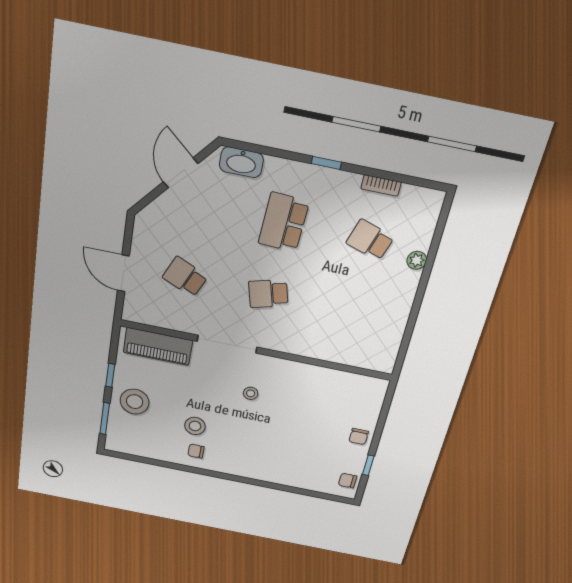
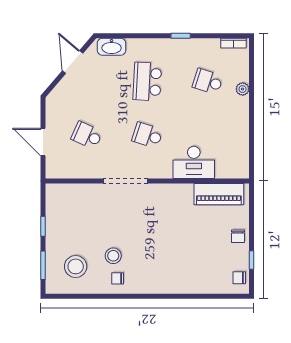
window: (326, 163) -> (181, 36), moved
bookcase: (381, 185) -> (234, 43), moved
school desk: (268, 294) -> (147, 135), turned 33
desk: (324, 340) -> (194, 162), added
piano: (158, 346) -> (219, 194), moved
stool: (251, 393) -> (150, 218), removed
stool: (135, 402) -> (76, 266), moved

